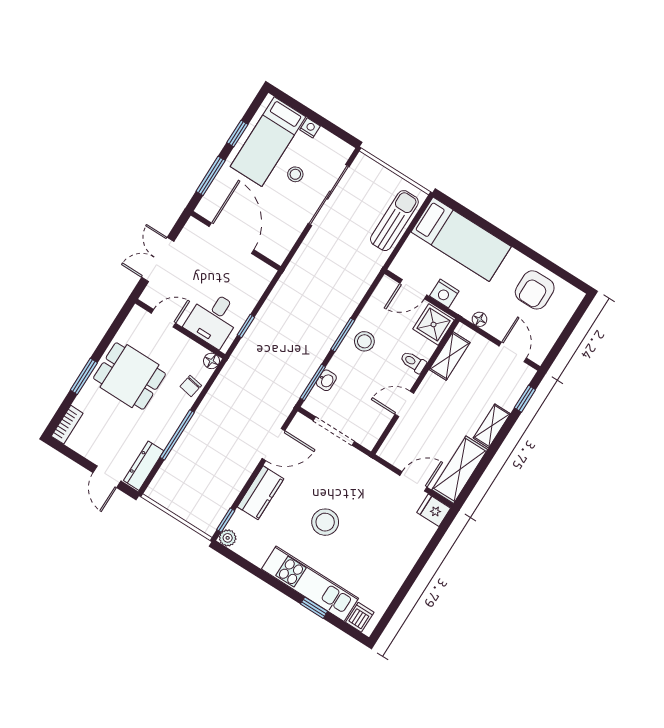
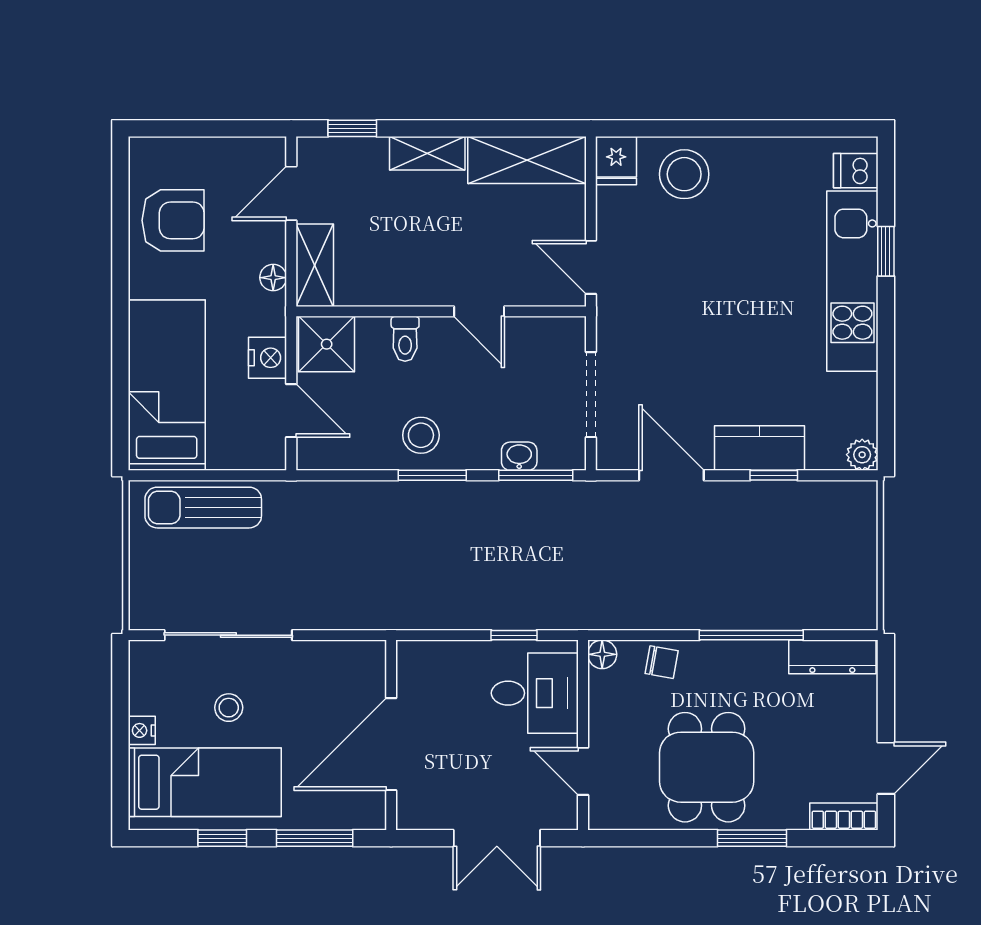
shelving: (450, 356) -> (315, 265), moved, turned 90
door: (107, 477) -> (886, 768), moved
door: (413, 481) -> (591, 267), moved
window: (226, 520) -> (774, 475), moved
stool: (325, 522) -> (684, 174), moved

